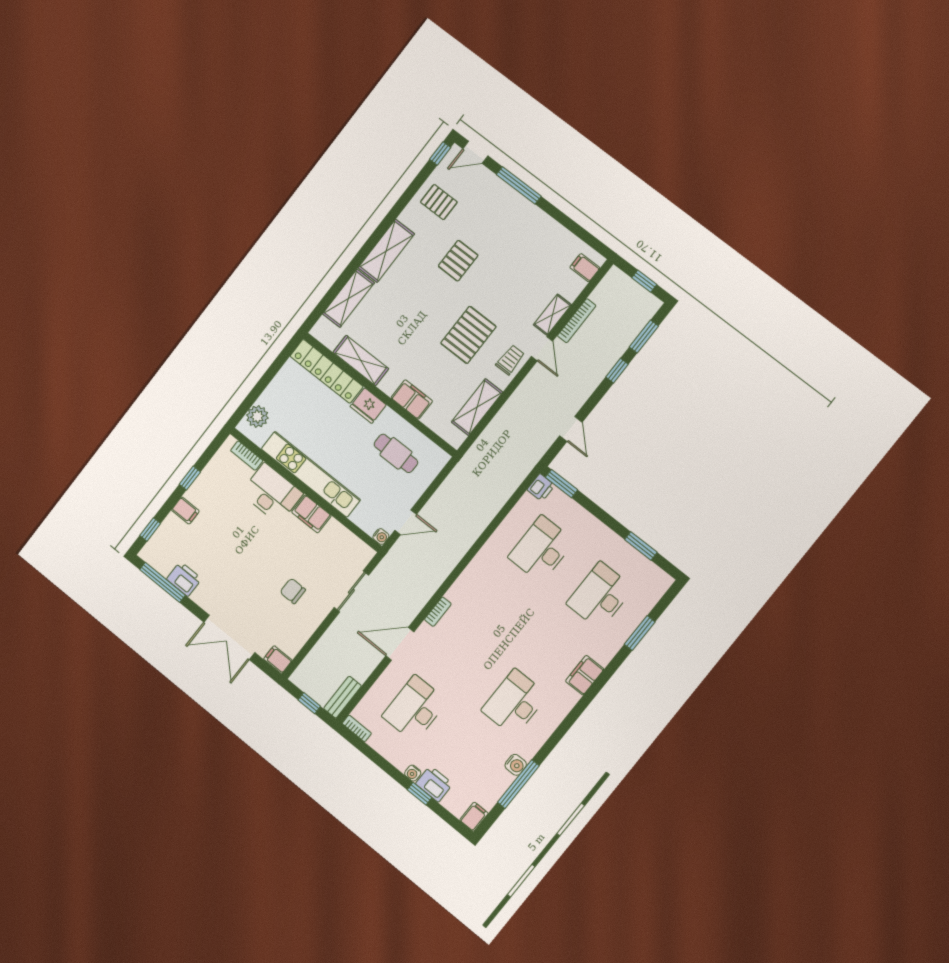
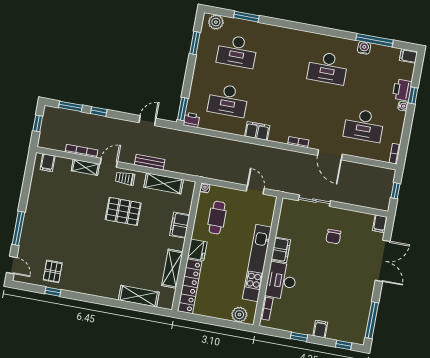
window: (440, 153) -> (53, 292), moved
shelving: (386, 251) -> (98, 288), removed
pallet: (458, 261) -> (82, 241), removed
water cooler: (381, 537) -> (205, 188), moved
printer: (184, 579) -> (362, 308), removed
plant: (654, 589) -> (216, 22), added
filing cabinet: (585, 675) -> (257, 131), moved, turned 180
bench: (342, 697) -> (150, 162), moved

